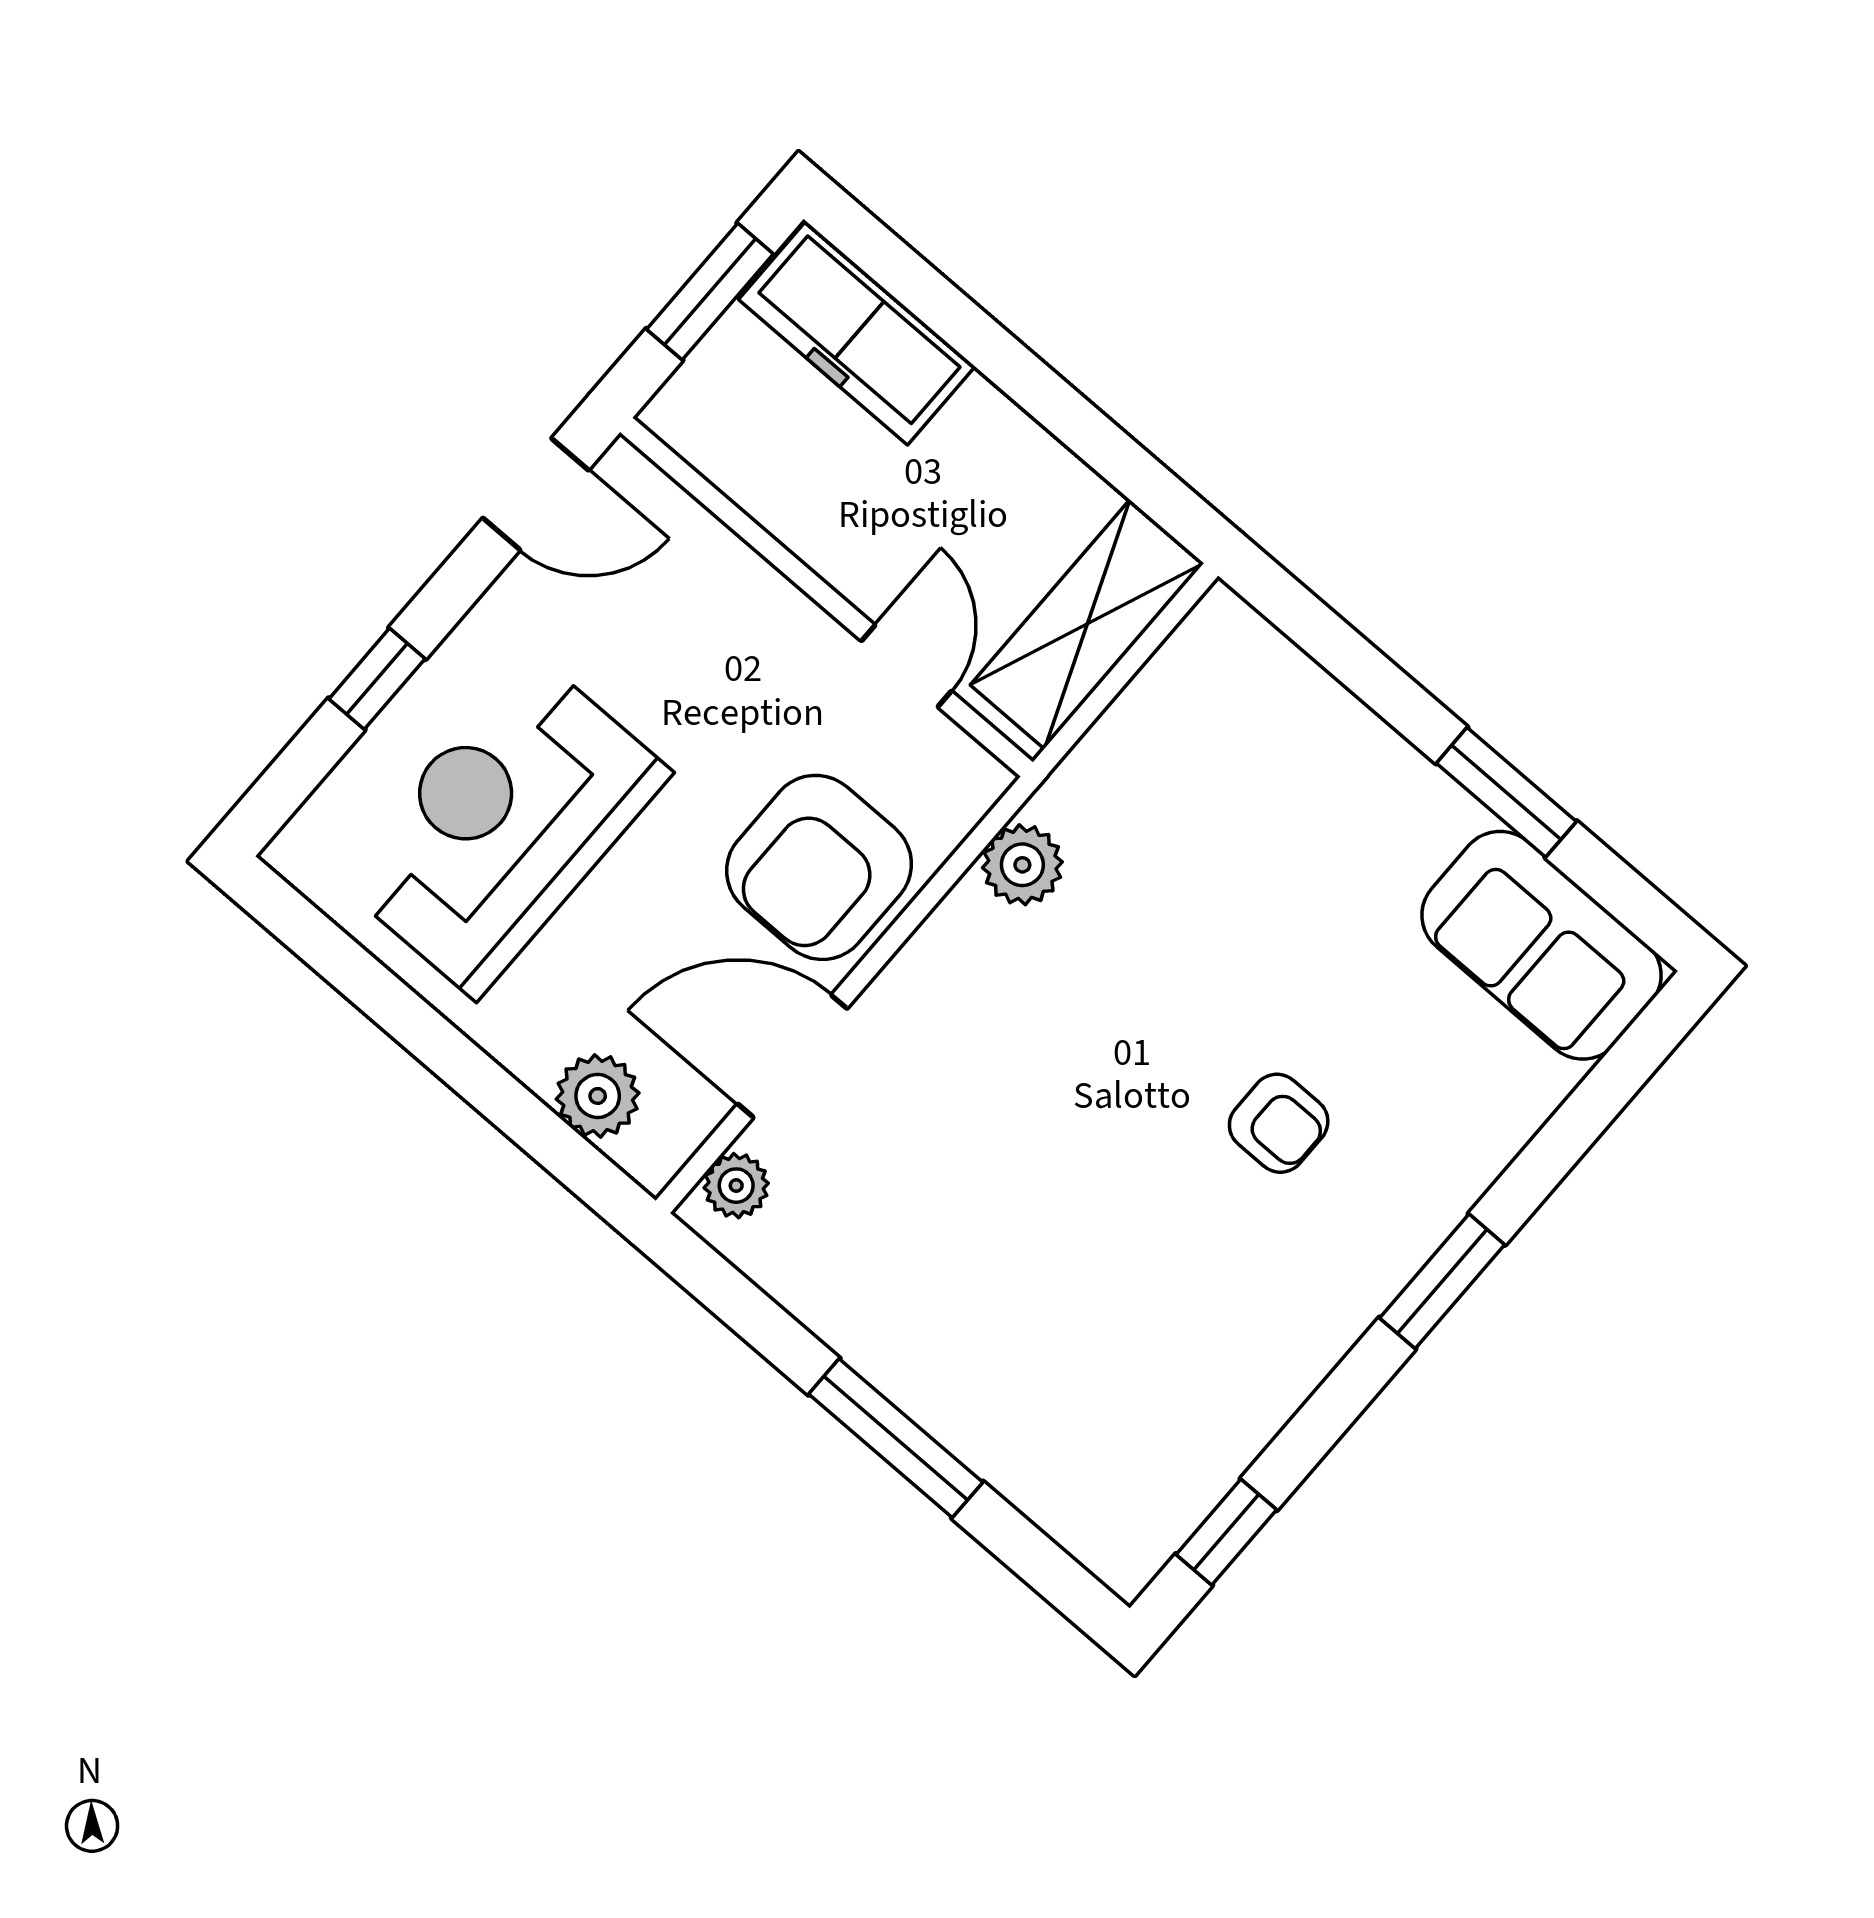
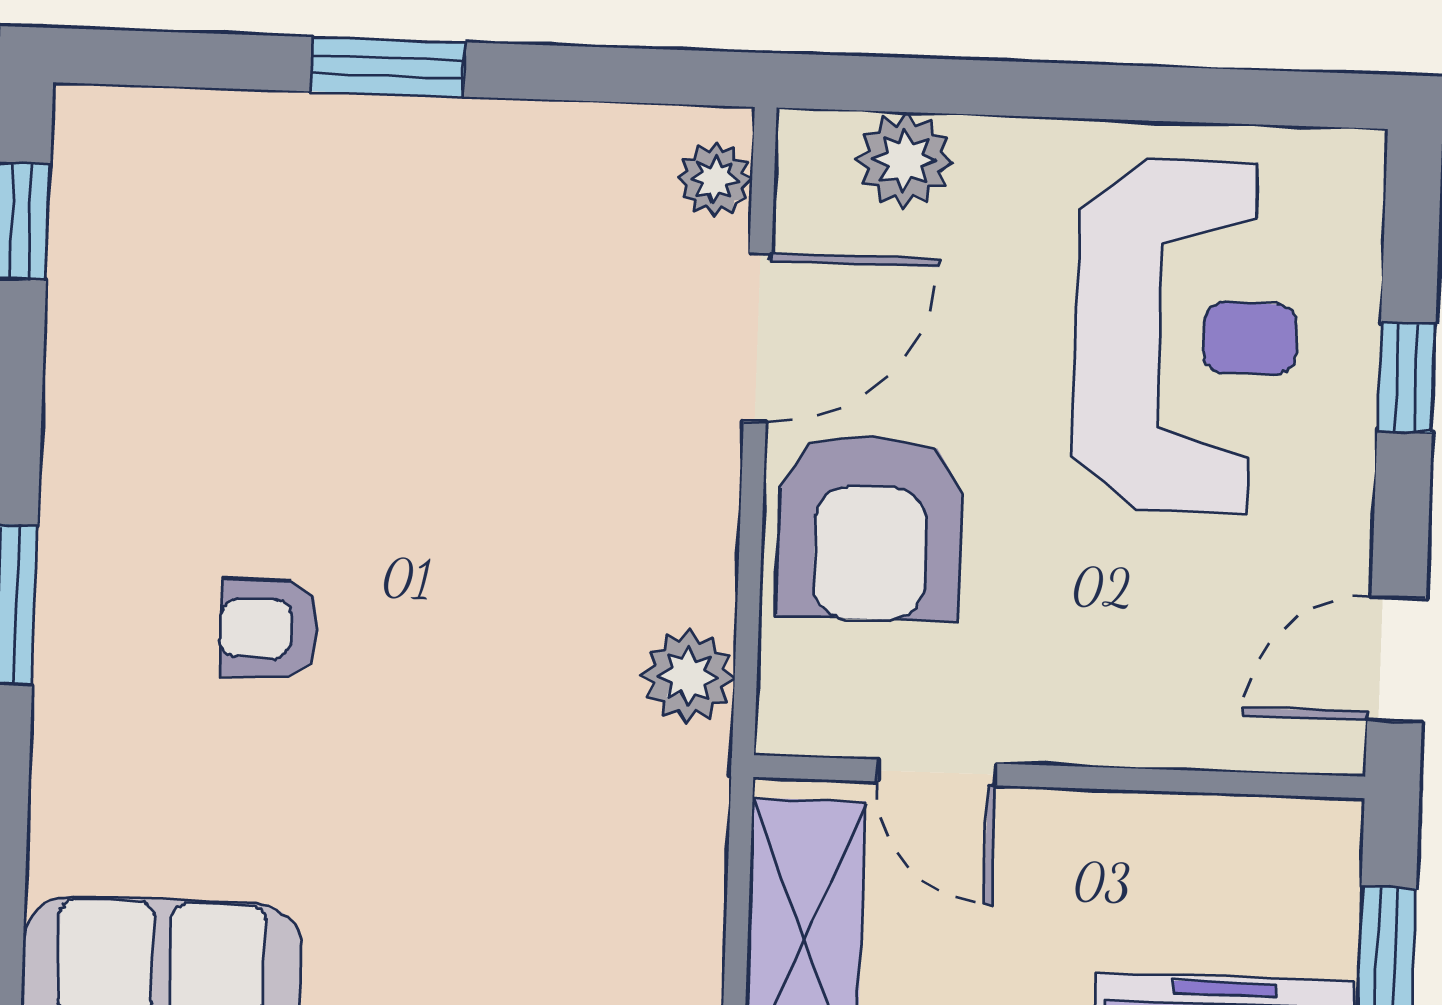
armchair: (819, 867) -> (870, 527), turned 180
window: (896, 1438) -> (388, 67), width x0.69

